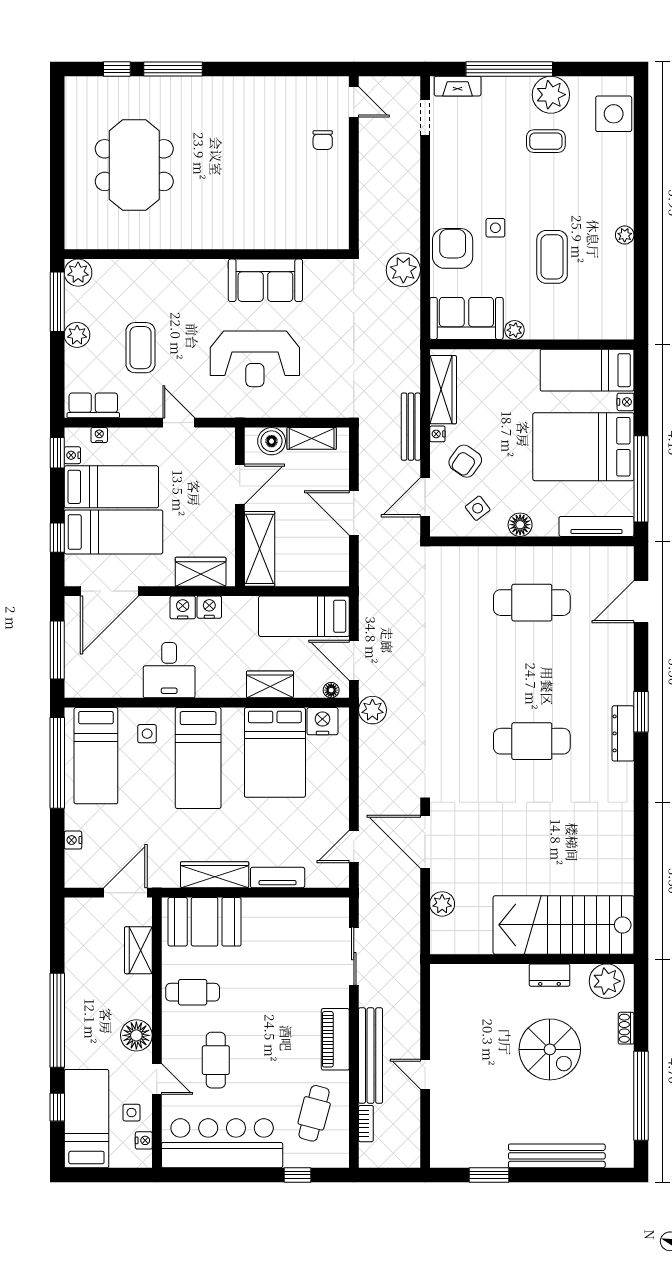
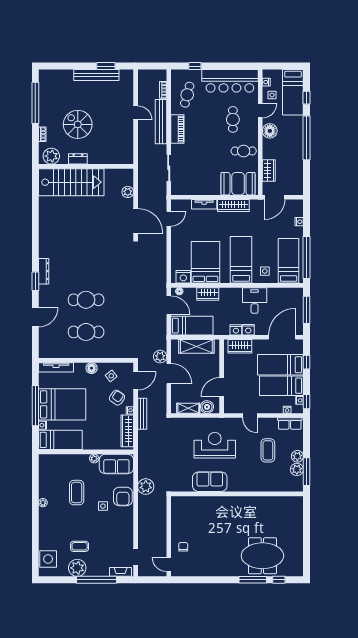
meeting table: (134, 165) -> (262, 556), moved, turned 90
plant: (78, 273) -> (297, 469), moved
window: (641, 479) -> (35, 406), moved
shelving: (260, 549) -> (196, 346), moved, turned 90
door: (641, 602) -> (35, 317), moved
plant: (372, 710) -> (160, 357), moved
cafe table: (532, 741) -> (86, 300), moved
door: (157, 1079) -> (260, 111), swing flipped
bench: (557, 1156) -> (96, 75), moved

